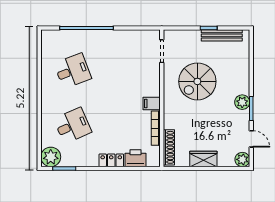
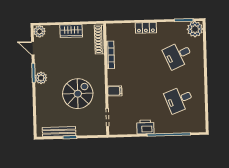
filing cabinet: (152, 104) -> (115, 91), moved
printer: (136, 158) -> (145, 127), moved, turned 180

